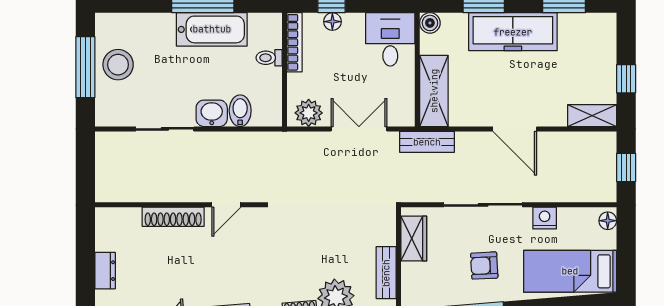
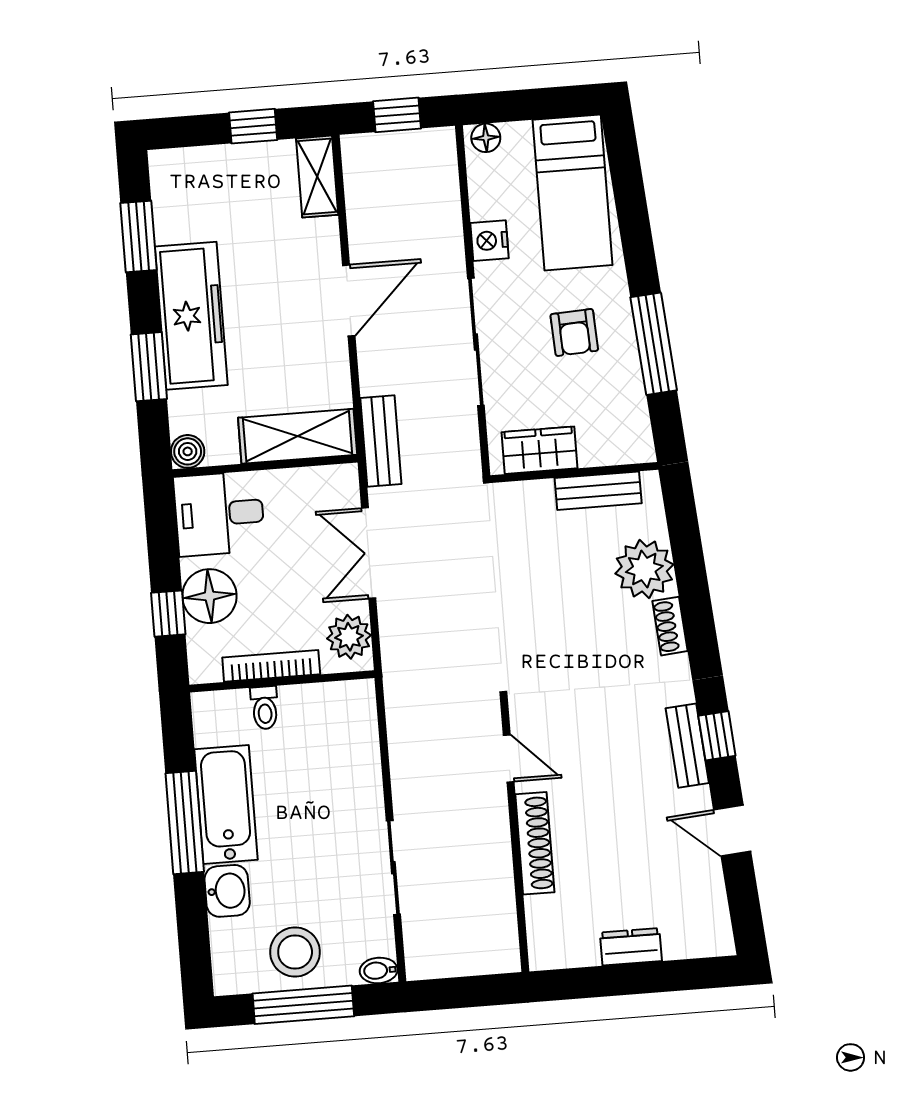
floor lamp: (332, 22) -> (209, 596), width x1.89, depth x1.89
bookcase: (294, 42) -> (271, 666), moved
bidet: (240, 111) -> (379, 970), moved, width x0.72, depth x0.74
washbasin: (212, 113) -> (227, 891), moved, turned 180

